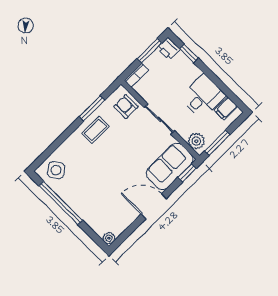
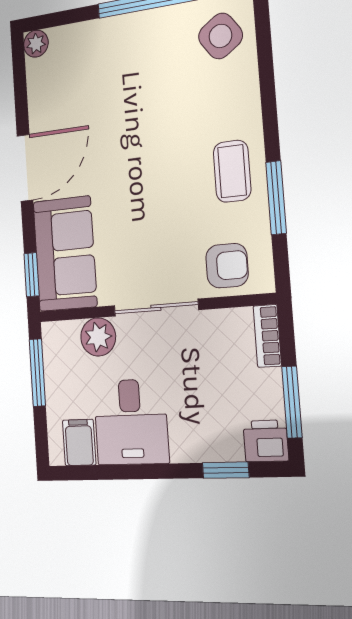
plant: (196, 141) -> (98, 337), moved

